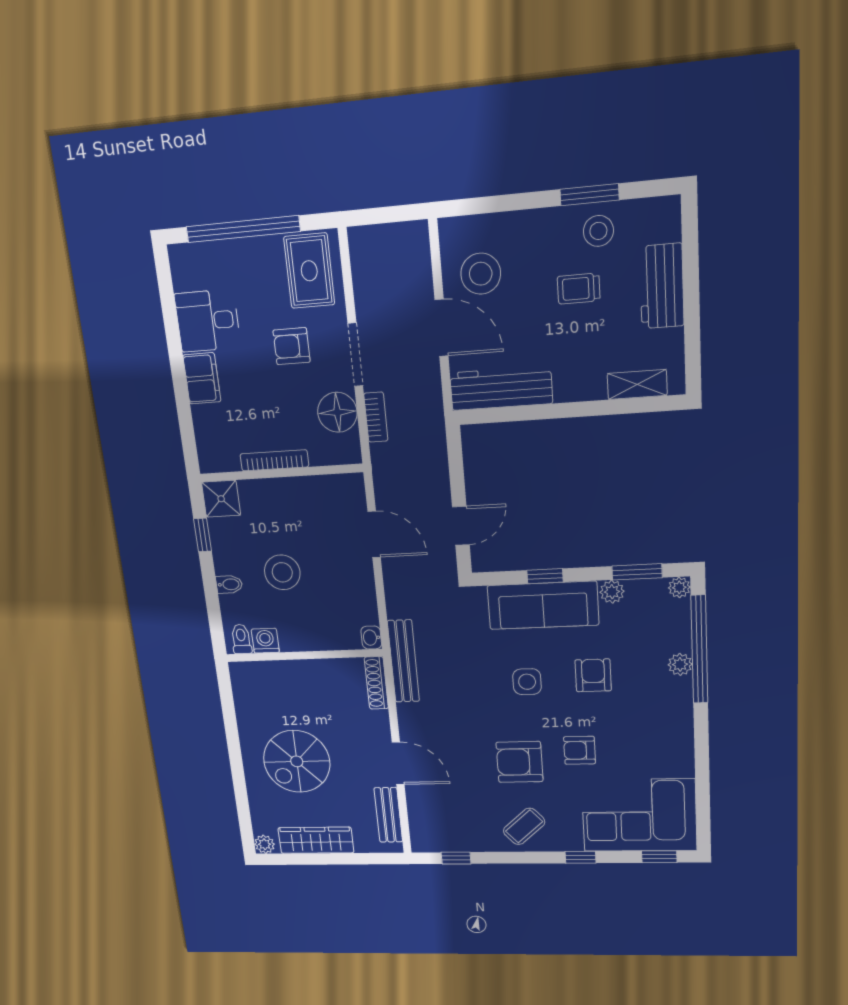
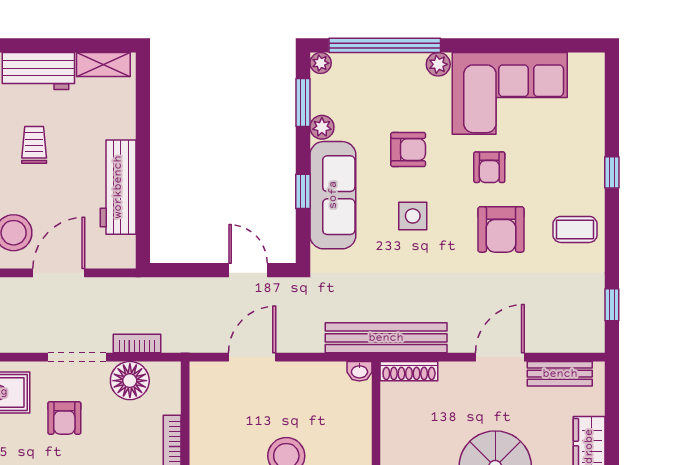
trolley: (579, 289) -> (34, 145), turned 180
shelving: (637, 384) -> (103, 64), moved, turned 90
workbench: (501, 388) -> (118, 187), moved
bench: (403, 661) -> (386, 338), width x1.37, depth x1.21
plant: (680, 664) -> (438, 64), moved
armchair: (593, 675) -> (408, 150), turned 180
corner sofa: (639, 815) -> (510, 93), moved, turned -90
coffee table: (524, 826) -> (575, 229), turned -48
window: (659, 857) -> (612, 91), removed

